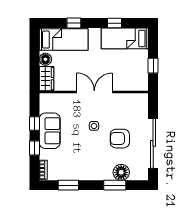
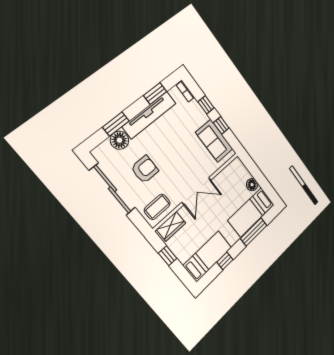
window: (74, 23) -> (254, 232), width x2.17
wardrobe: (46, 79) -> (171, 226), moved, turned -90
coffee table: (132, 106) -> (157, 207), added
side table: (94, 126) -> (175, 162), removed
sofa: (50, 131) -> (214, 141), moved
tv unit: (85, 173) -> (149, 115), added

